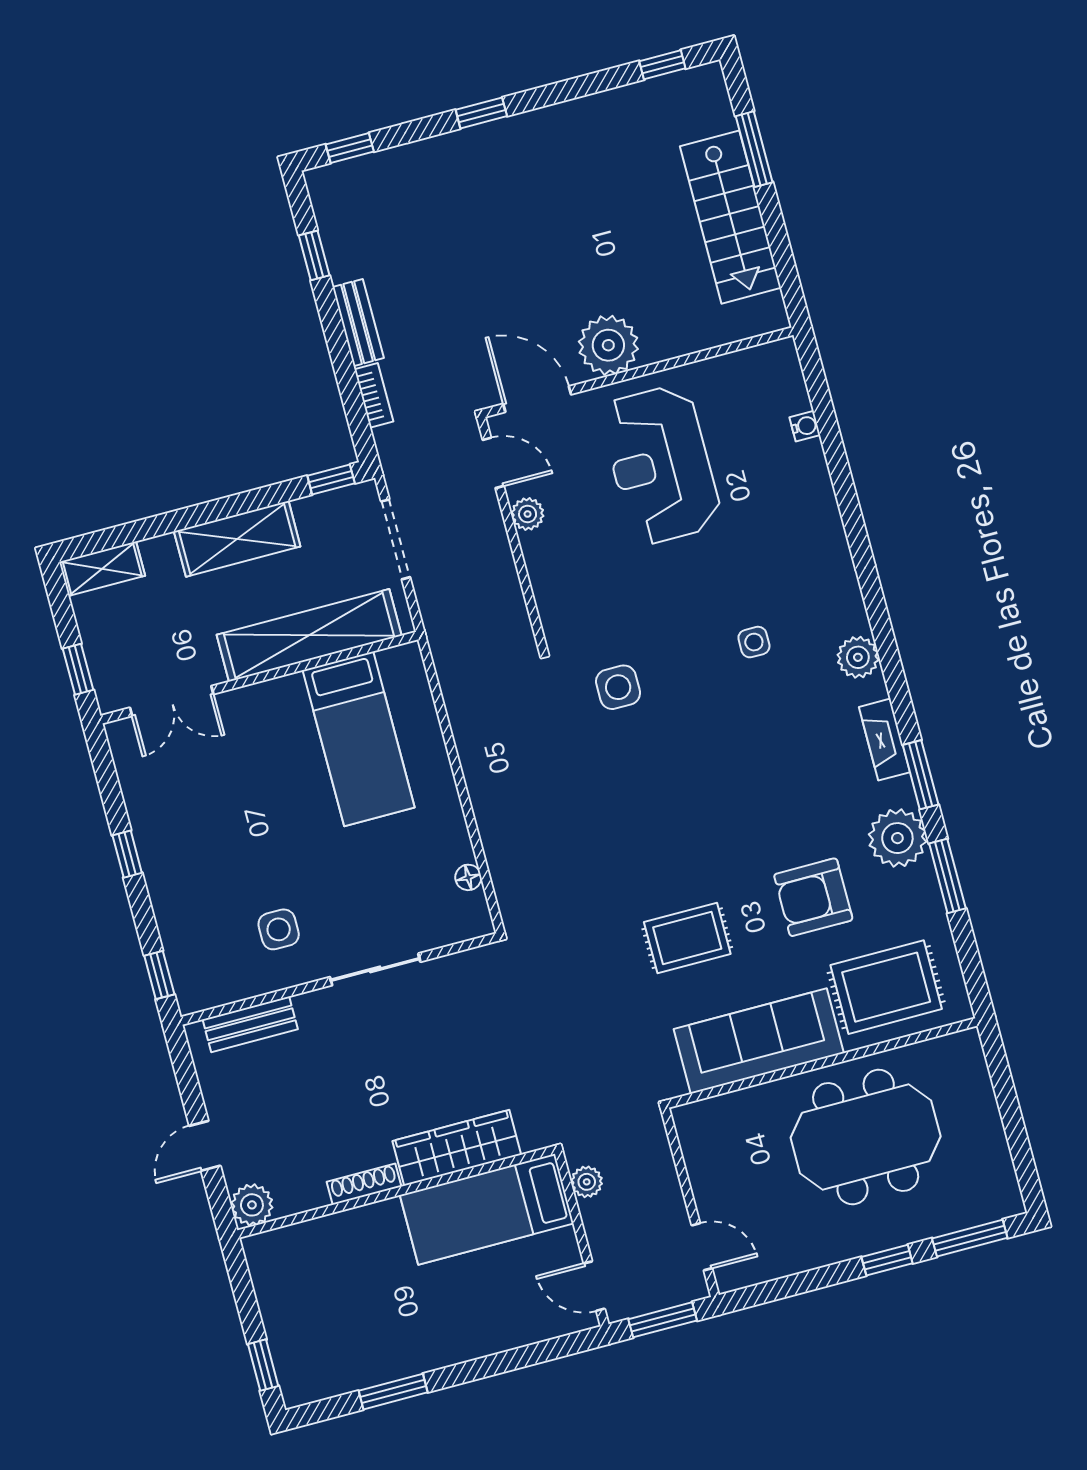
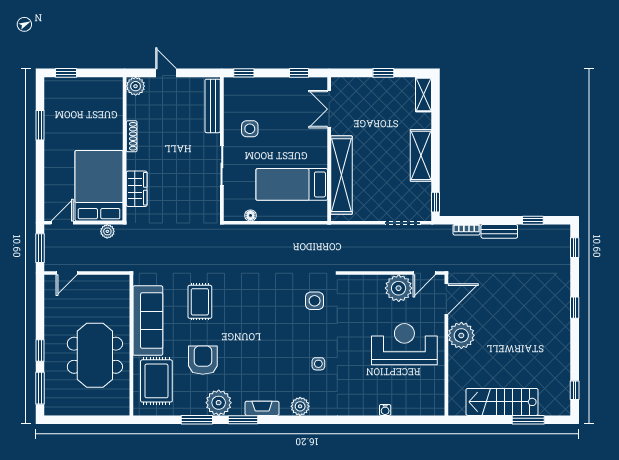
water cooler: (805, 426) -> (385, 410), moved
plant: (528, 514) -> (399, 288), width x1.87, depth x1.87
shelving: (309, 635) -> (341, 175), moved
wall: (259, 678) -> (329, 149), moved
double door: (172, 701) -> (329, 109), moved
bed: (359, 739) -> (292, 184), moved
bench: (250, 1024) -> (213, 106), width x1.36
wardrobe: (457, 1148) -> (137, 189), width x0.67
bed: (487, 1209) -> (99, 186), width x1.50

